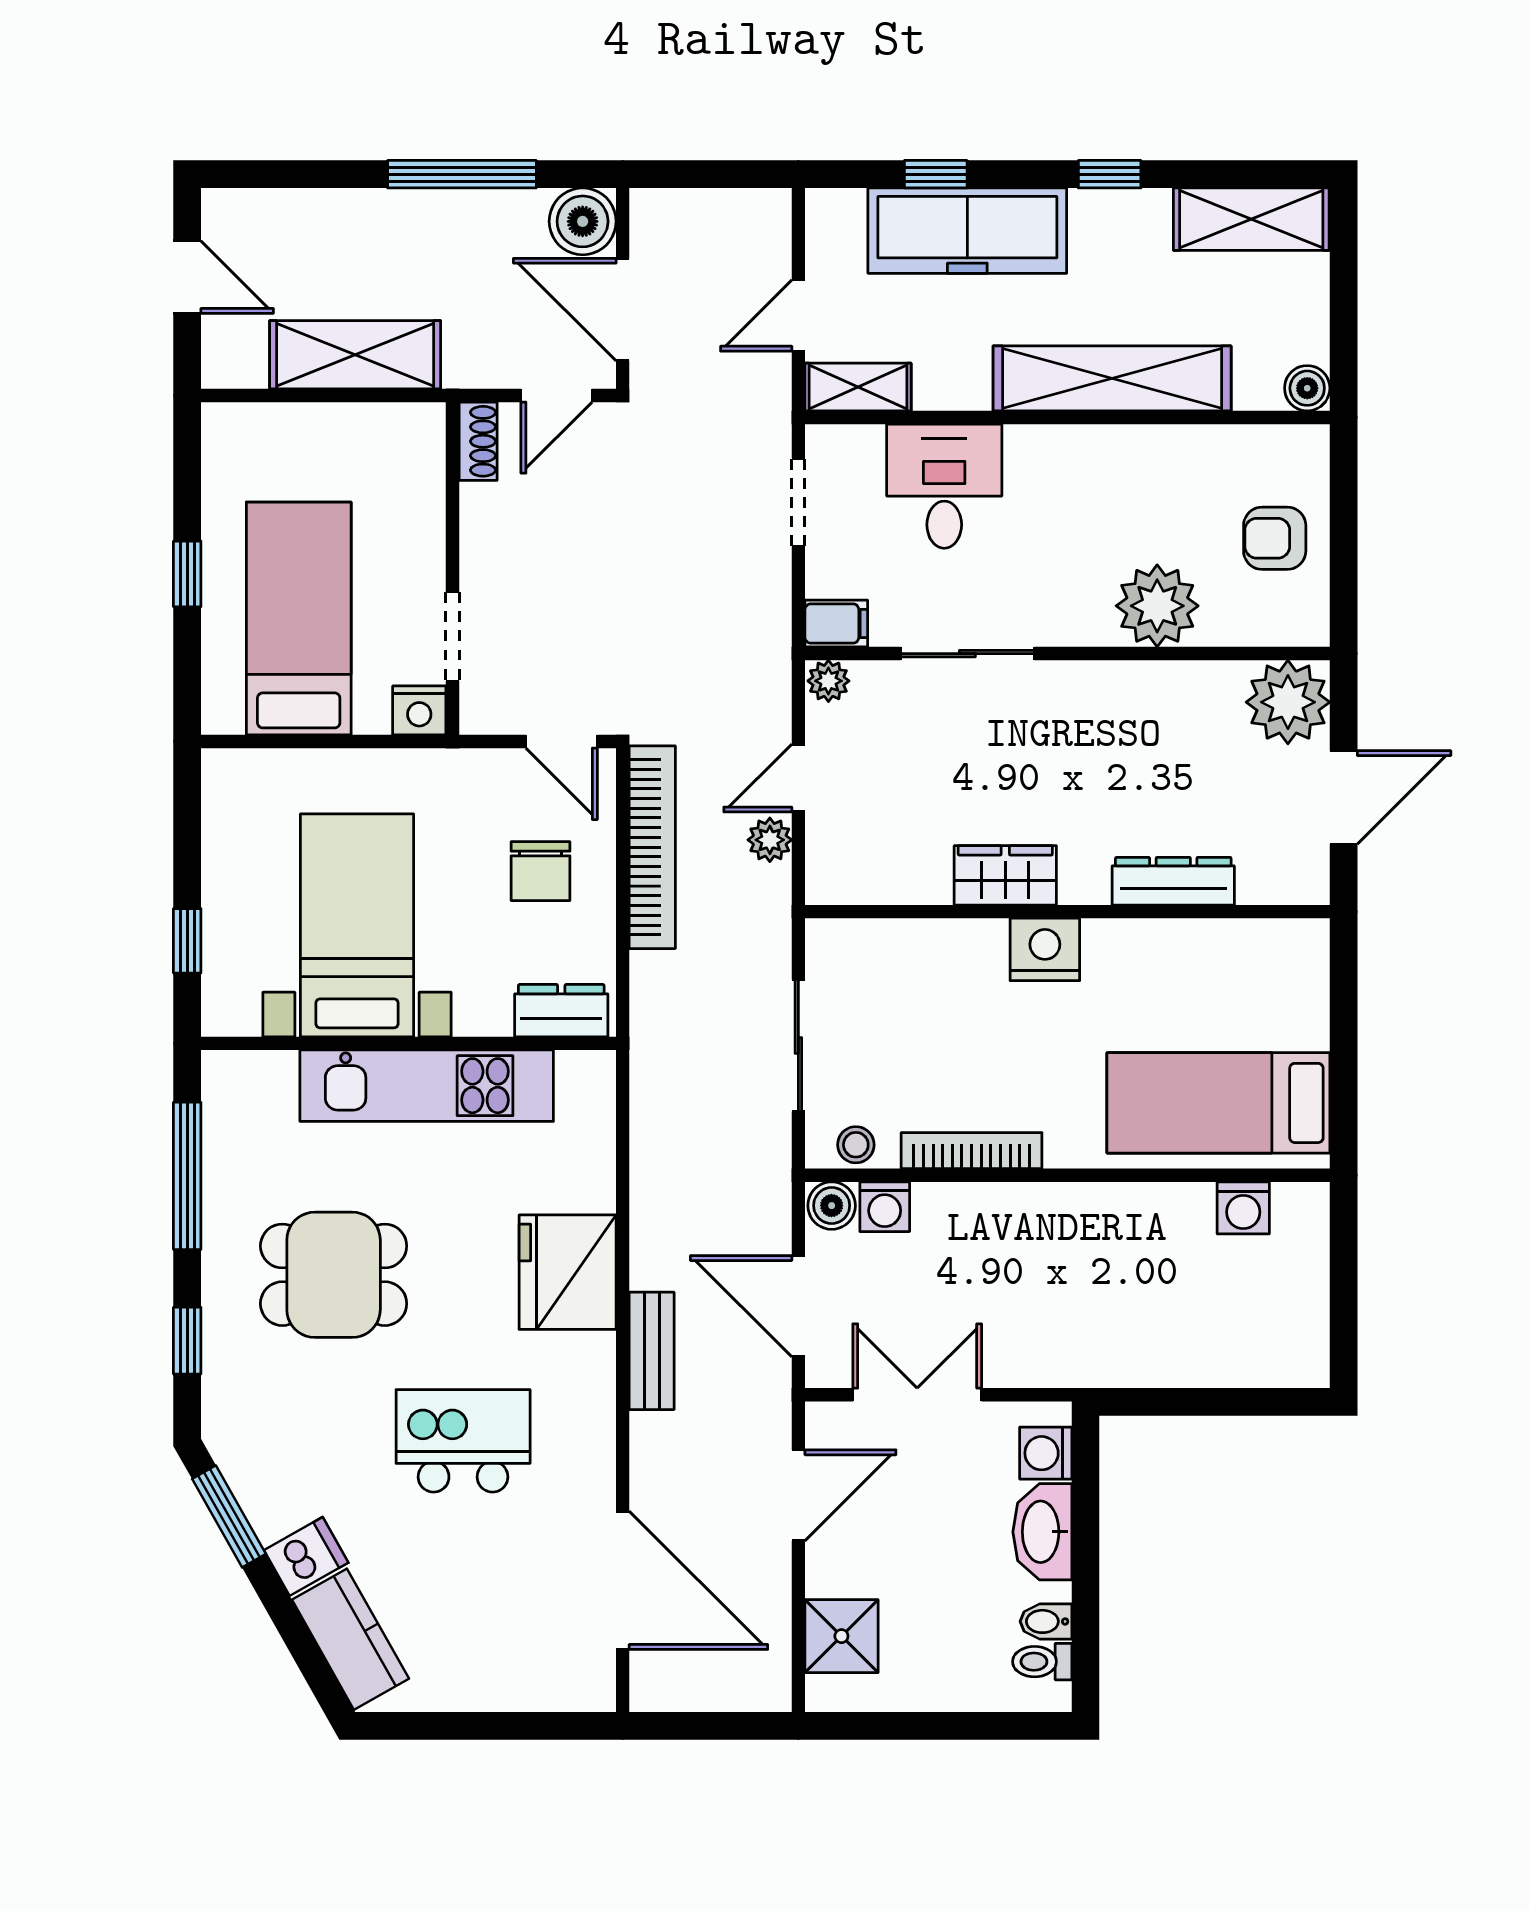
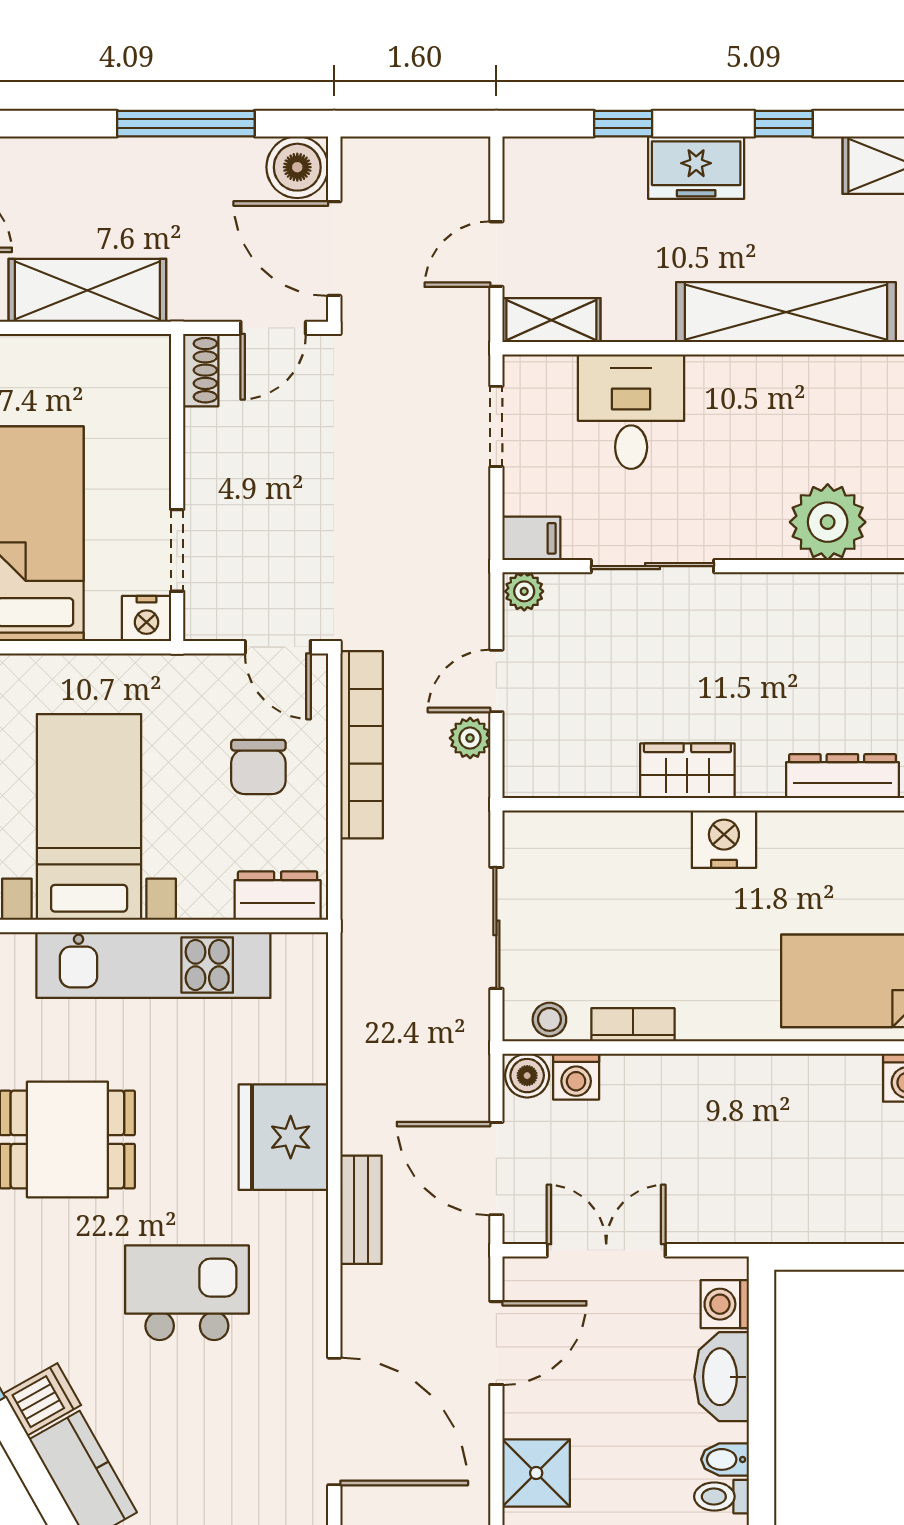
freezer: (967, 231) -> (696, 168), width x0.52, depth x0.79
bookcase: (972, 1151) -> (633, 1025), width x0.64

